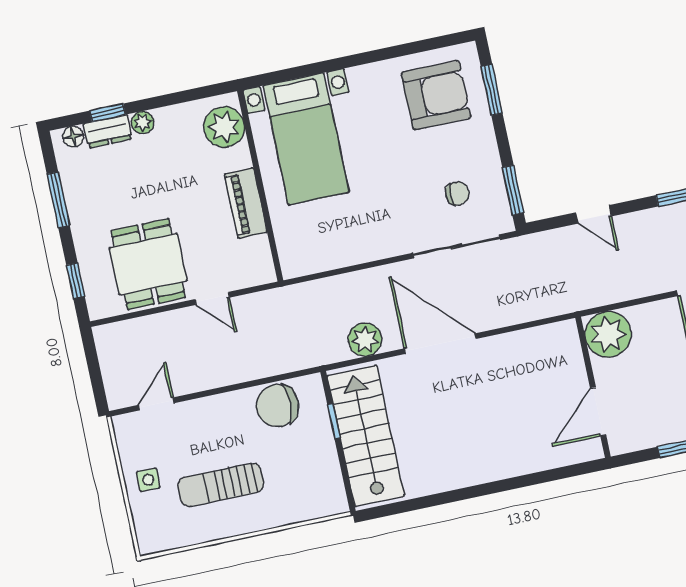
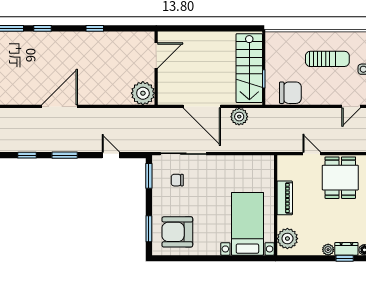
plant: (608, 334) -> (143, 93), moved
wall: (593, 387) -> (156, 68), moved
door: (598, 411) -> (156, 55), moved

